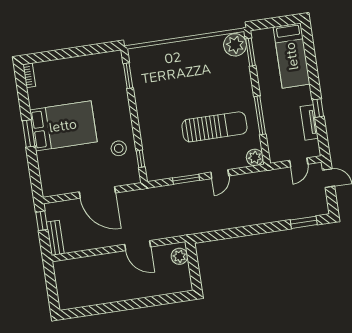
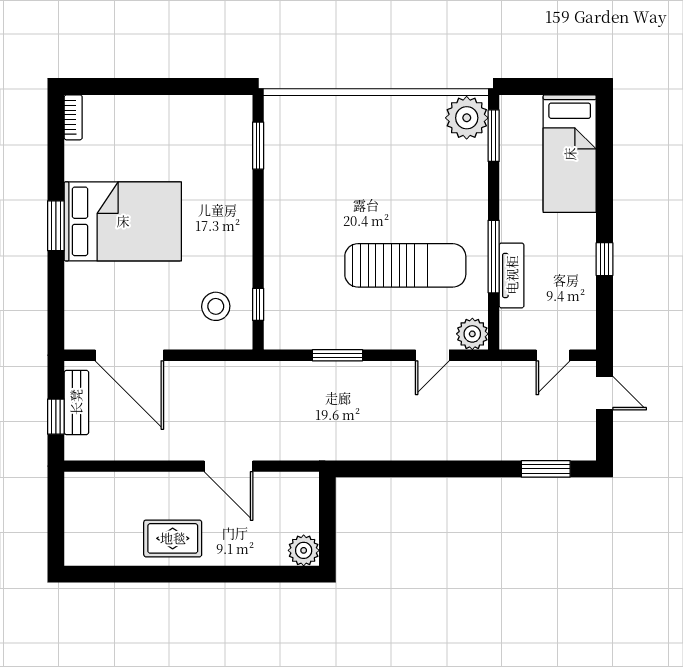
tv unit: (309, 122) -> (512, 275), moved, turned 180
stool: (119, 148) -> (216, 306), moved
door: (220, 174) -> (432, 355), moved
door: (97, 192) -> (129, 355), moved
window: (42, 221) -> (56, 417), moved
bench: (55, 238) -> (76, 402), moved
plant: (179, 256) -> (304, 550), moved
rug: (114, 288) -> (173, 538), added

